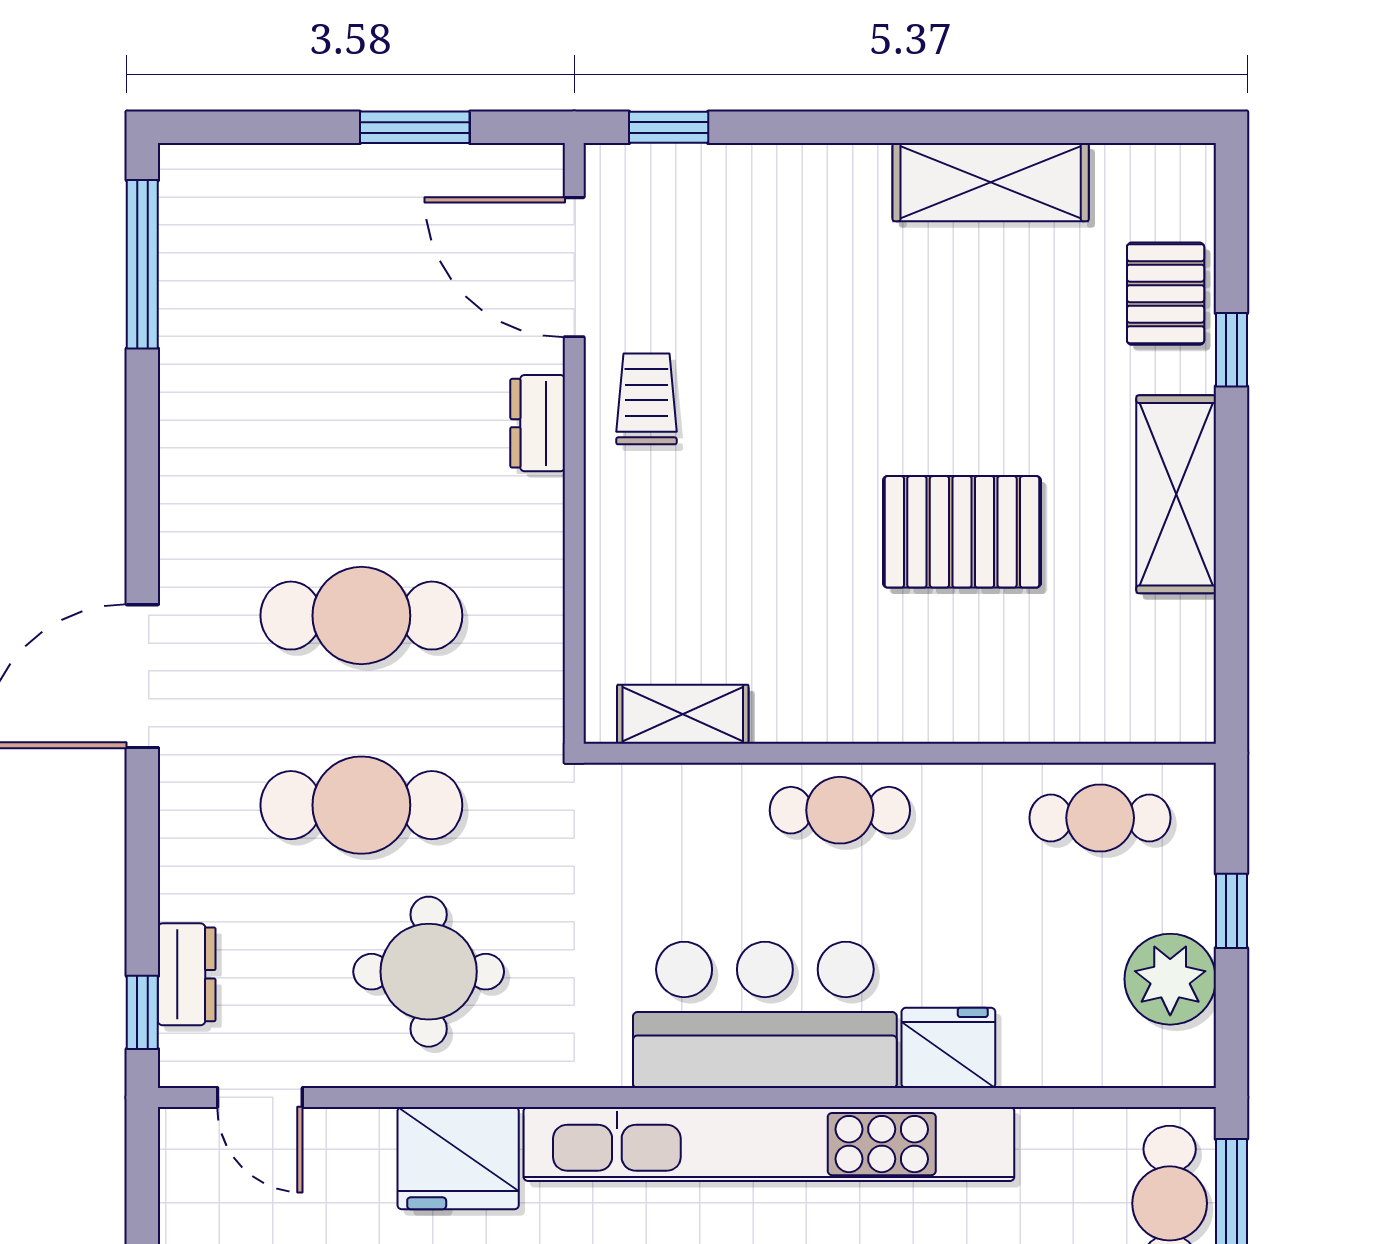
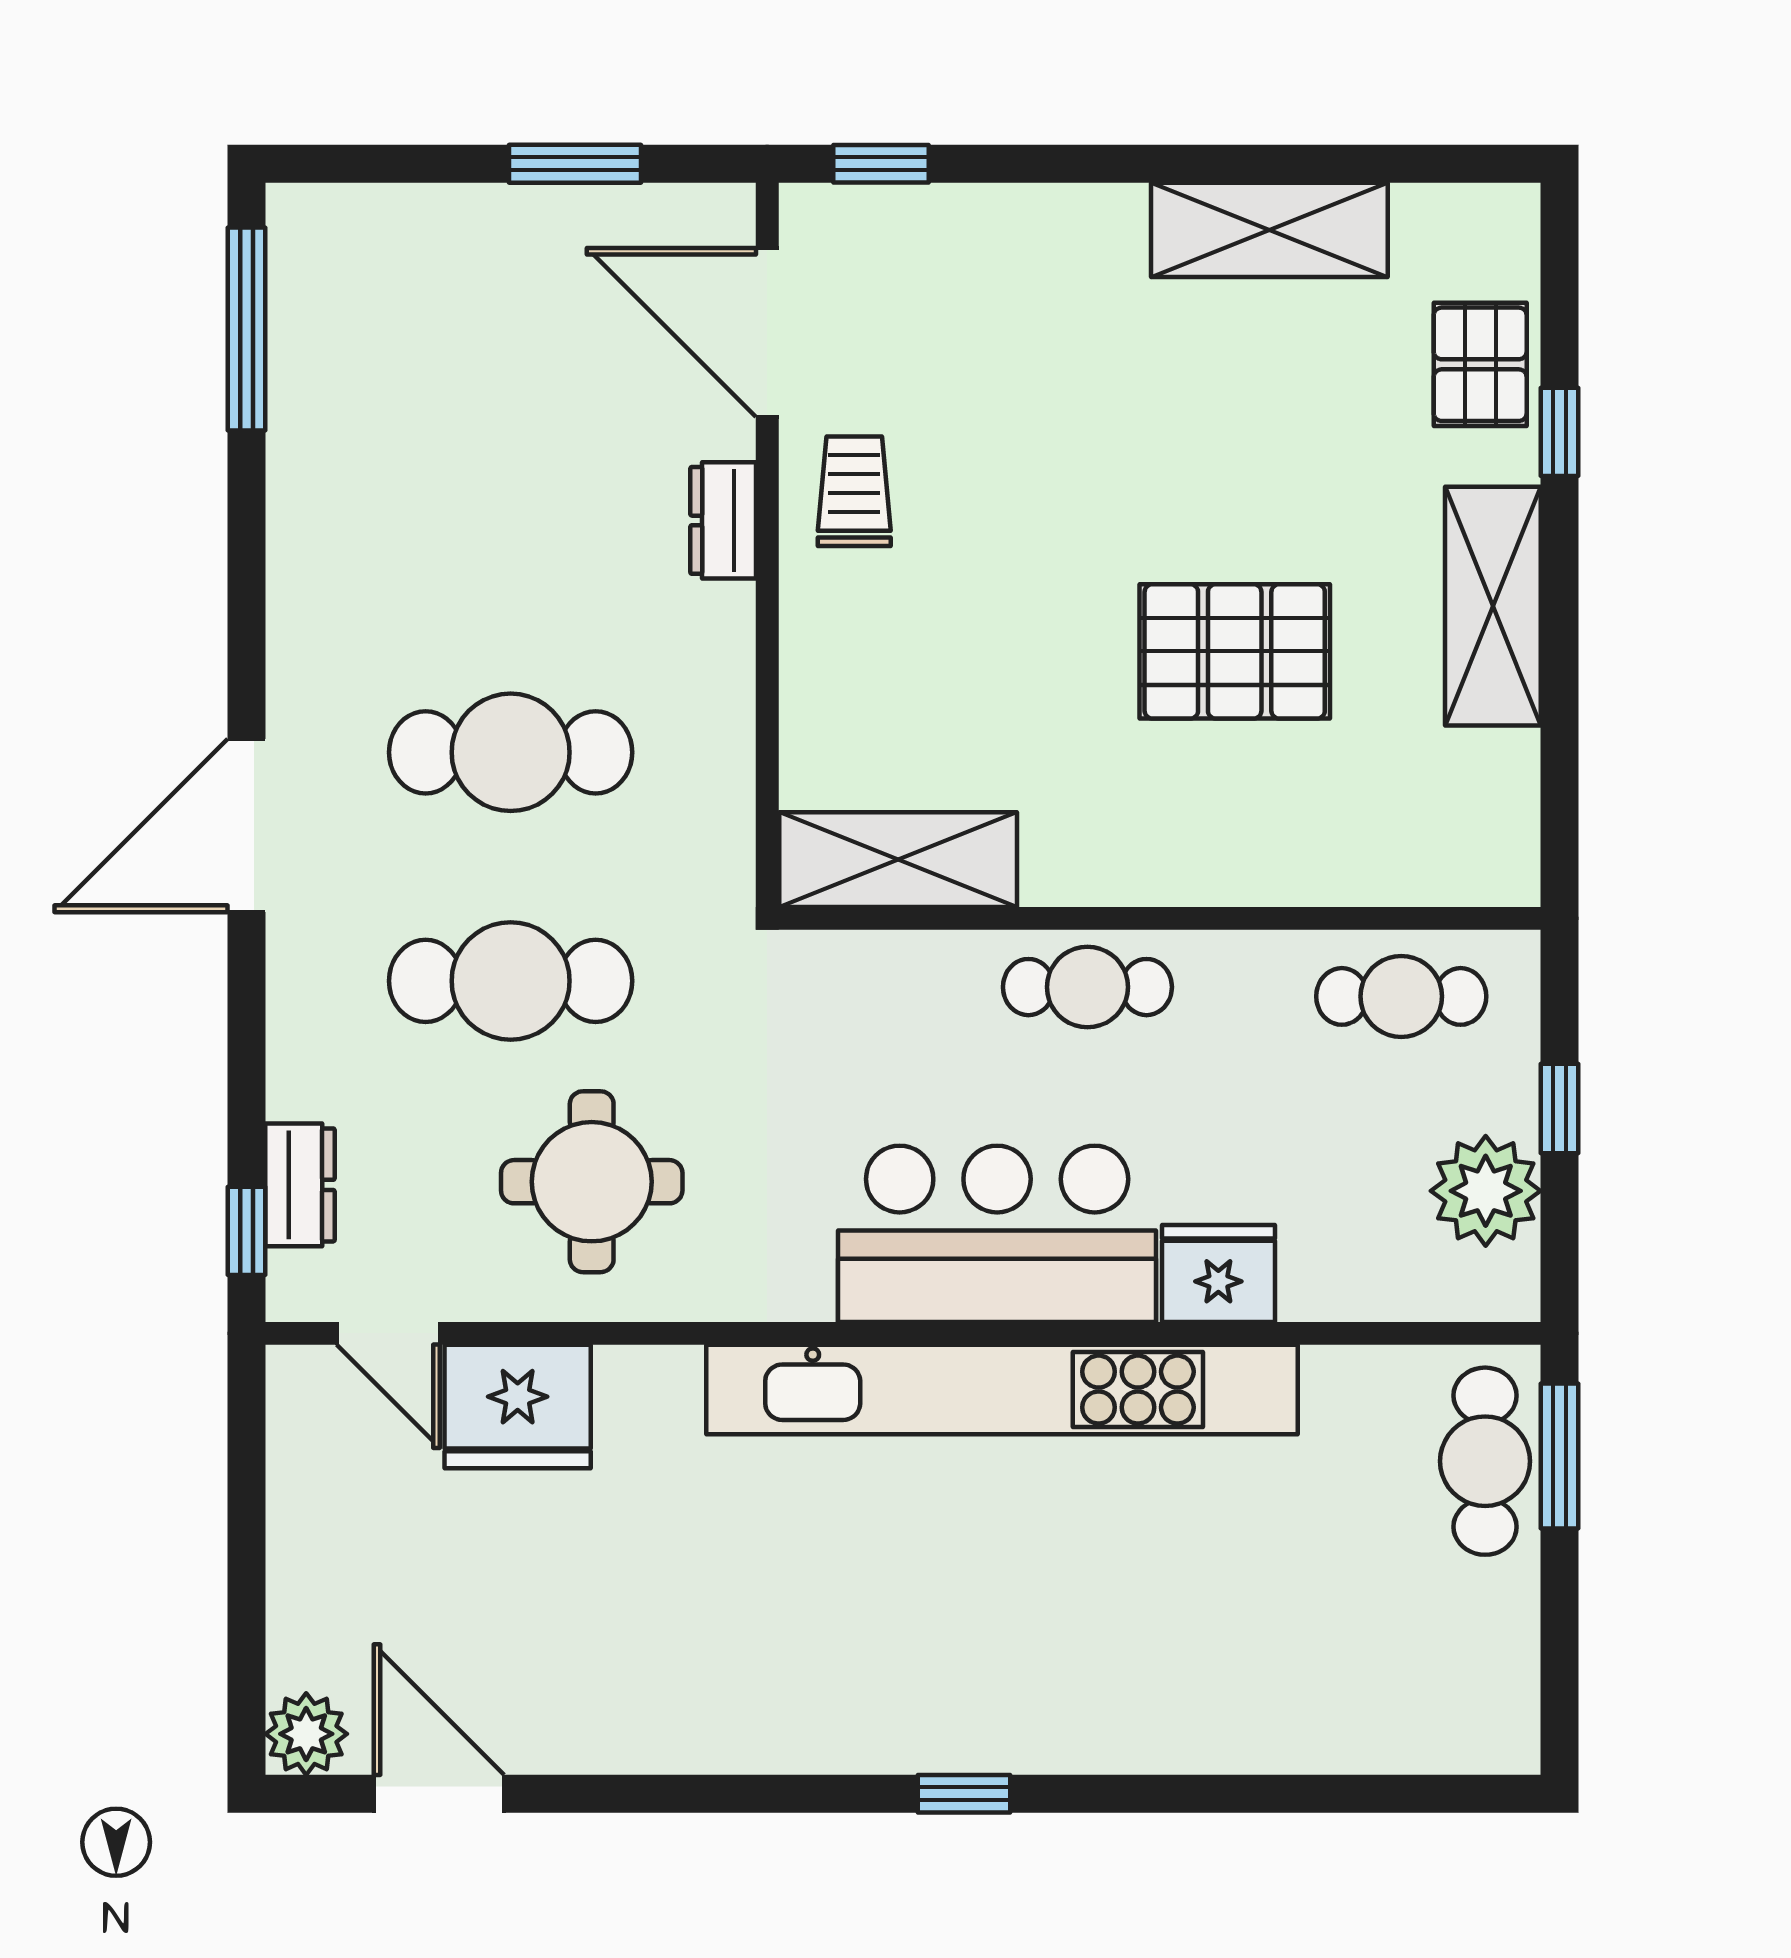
shelving: (683, 714) -> (898, 860), width x1.50, depth x1.33
fridge: (458, 1158) -> (518, 1407), moved

